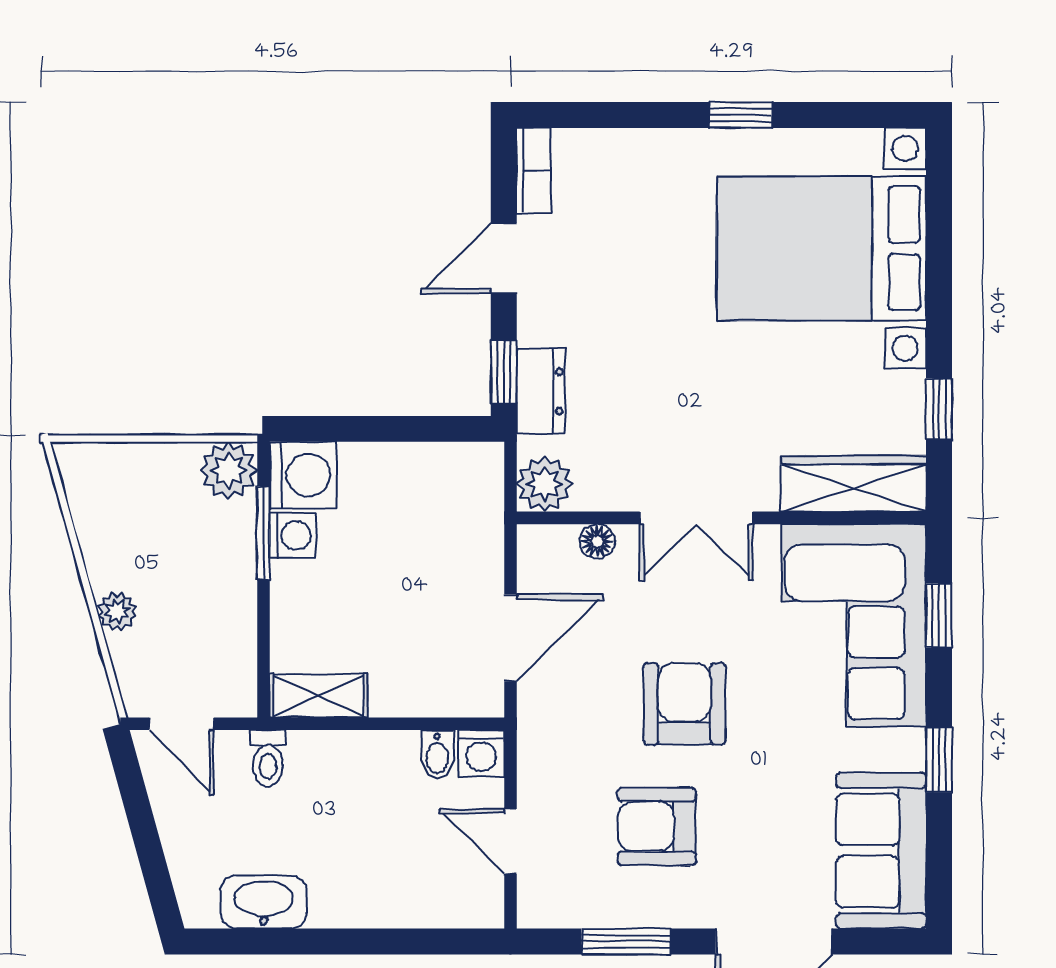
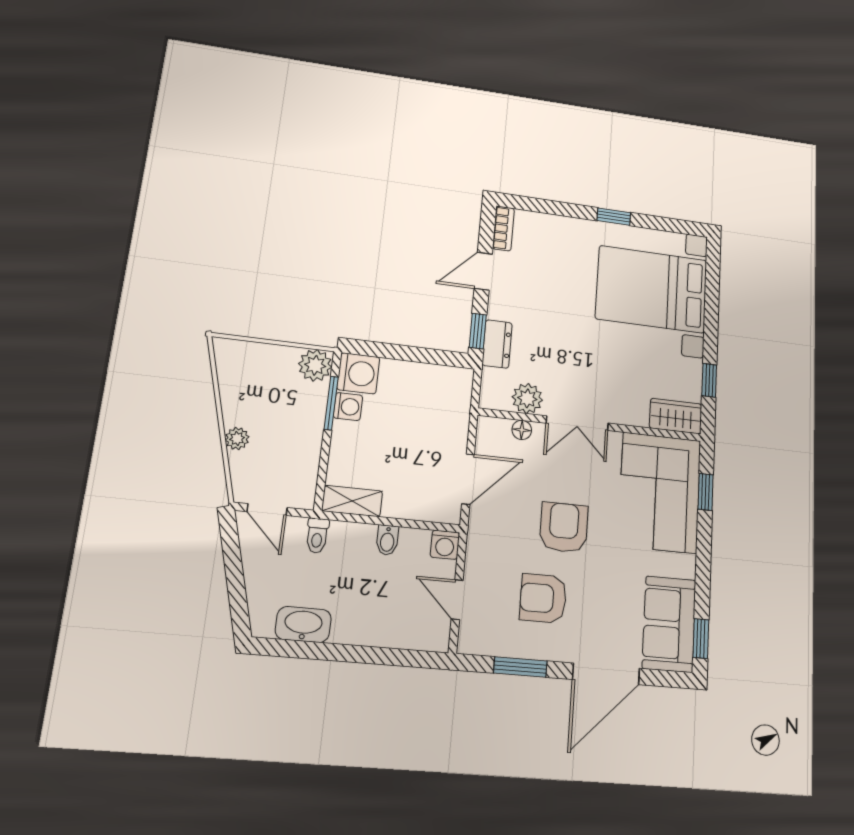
plant: (544, 484) -> (527, 398), moved
wardrobe: (854, 484) -> (676, 416), width x0.67
bidet: (437, 755) -> (387, 540), moved
window: (939, 760) -> (701, 639), moved

